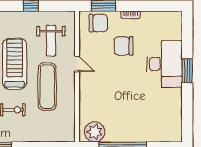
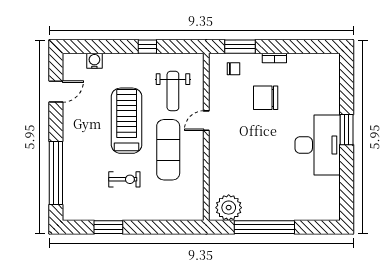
chair: (98, 23) -> (233, 69), width x0.54, depth x0.54
door: (77, 64) -> (206, 121), swing flipped
desk: (164, 64) -> (318, 145), moved

